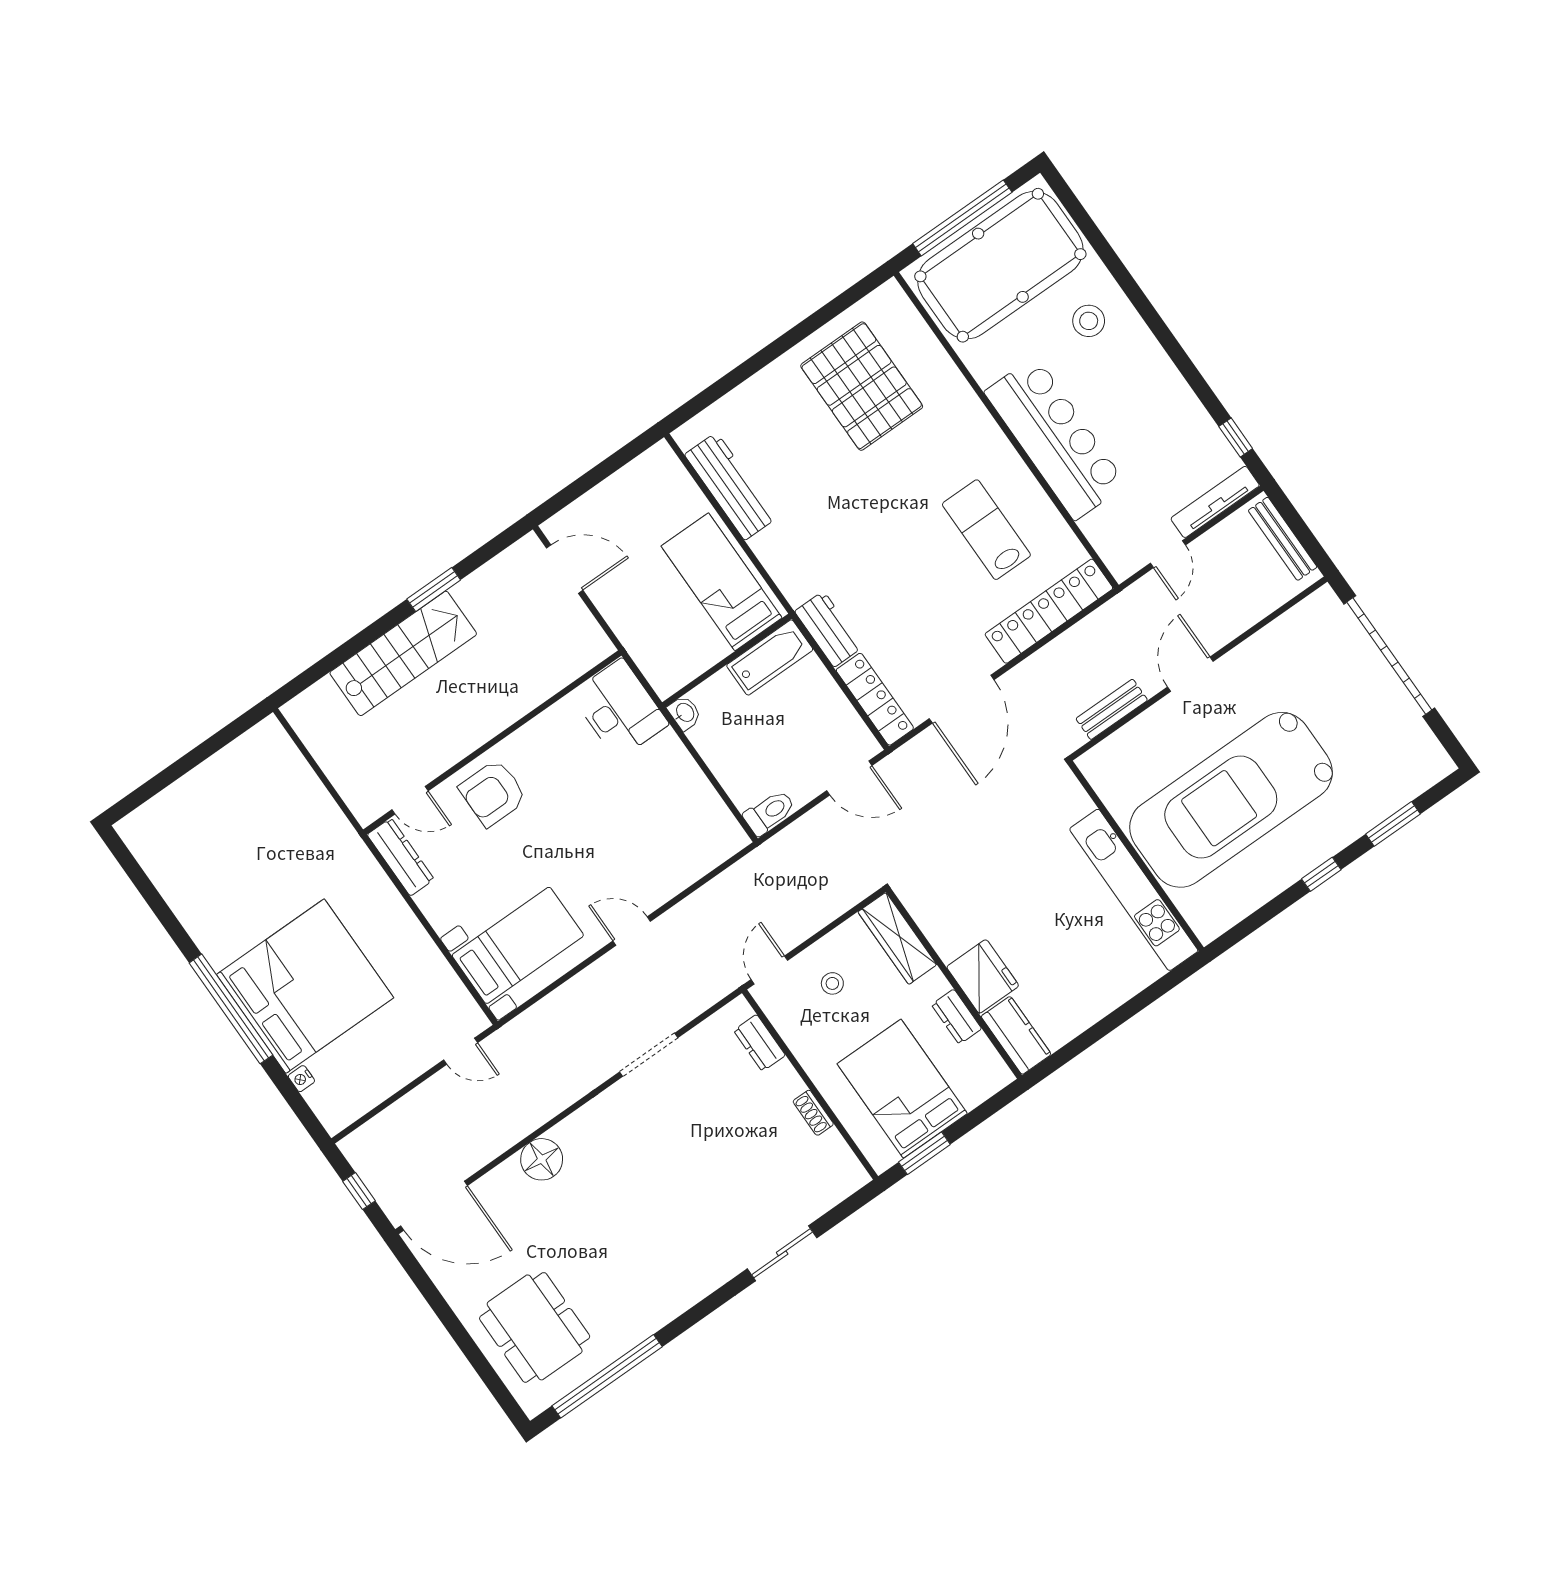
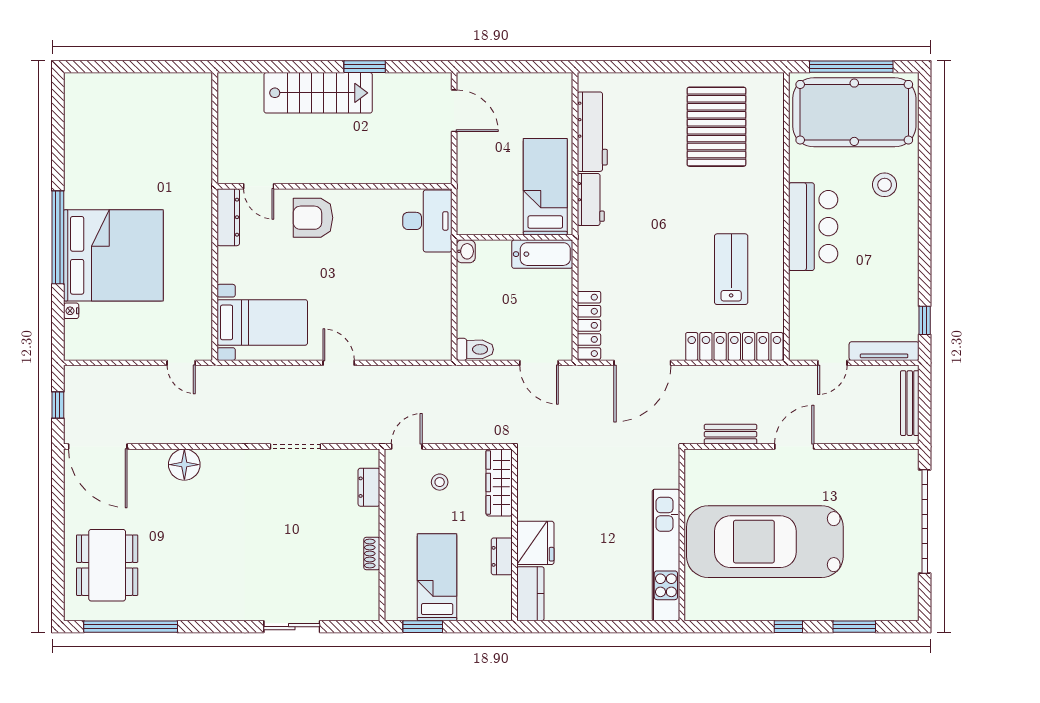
bar counter: (1055, 438) -> (813, 227), width x0.73
workbench: (829, 629) -> (591, 199), moved
bed: (902, 1089) -> (437, 577), width x0.67

